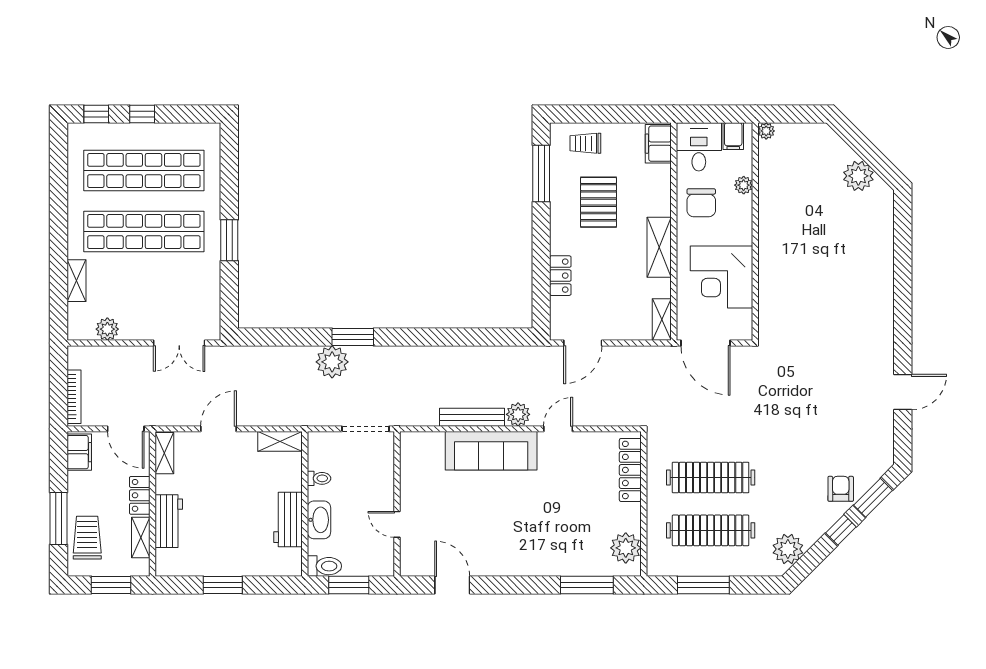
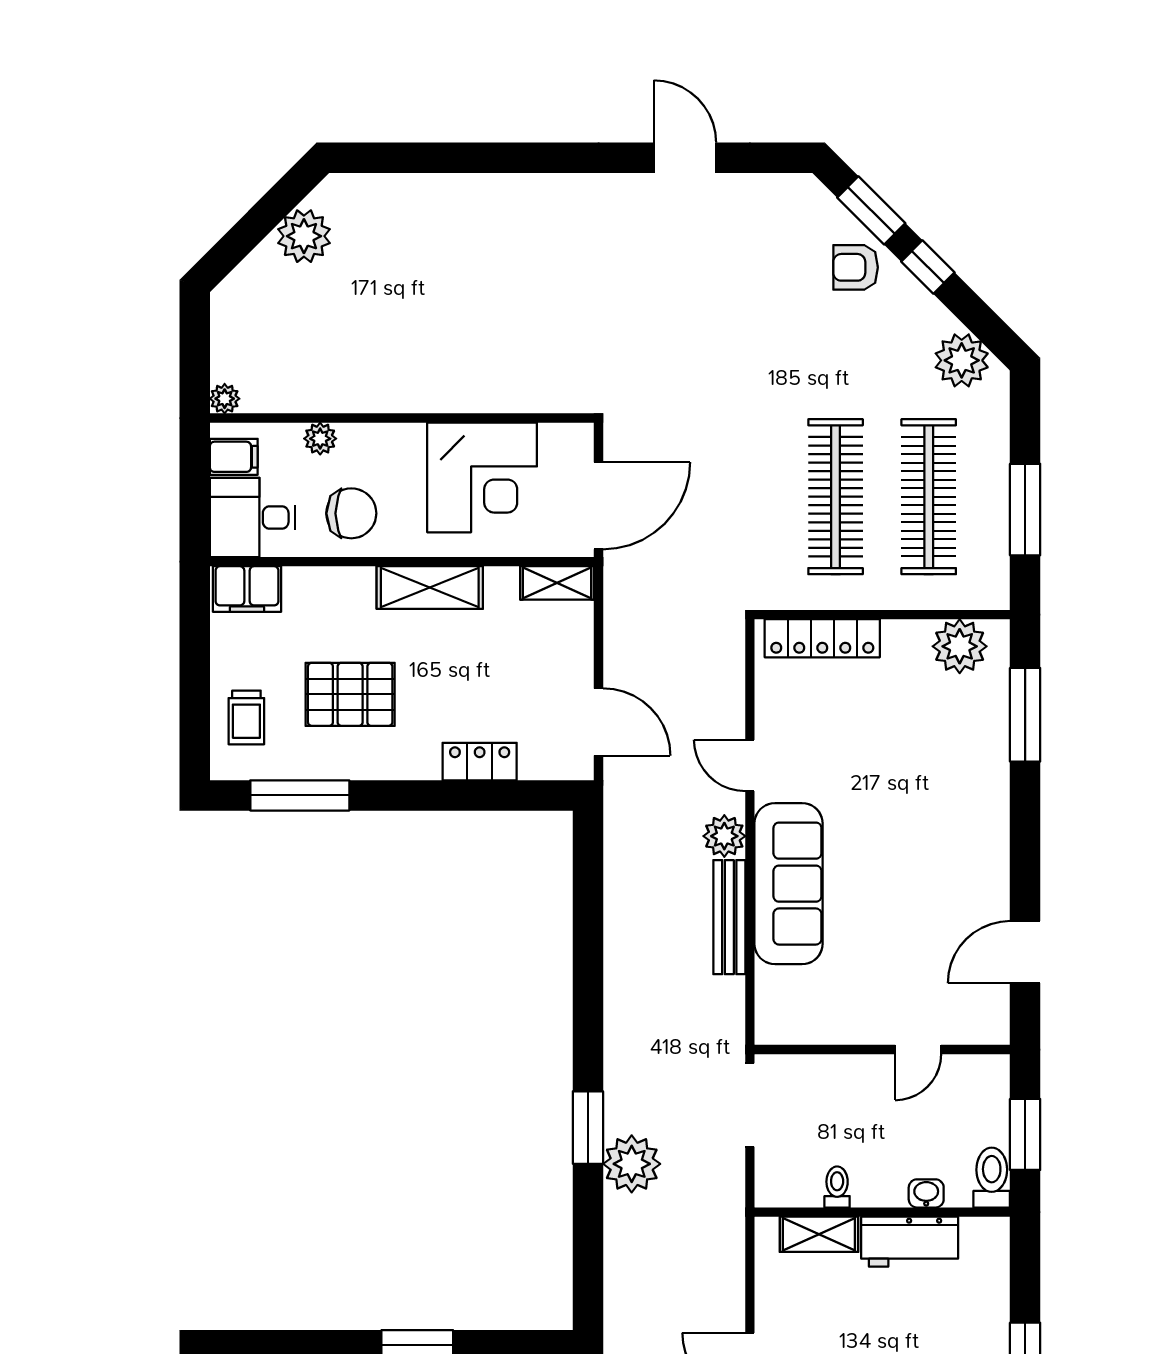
shelving: (280, 441) -> (819, 1234), moved, turned 90
washbasin: (319, 520) -> (926, 1193), width x0.52, depth x0.69

